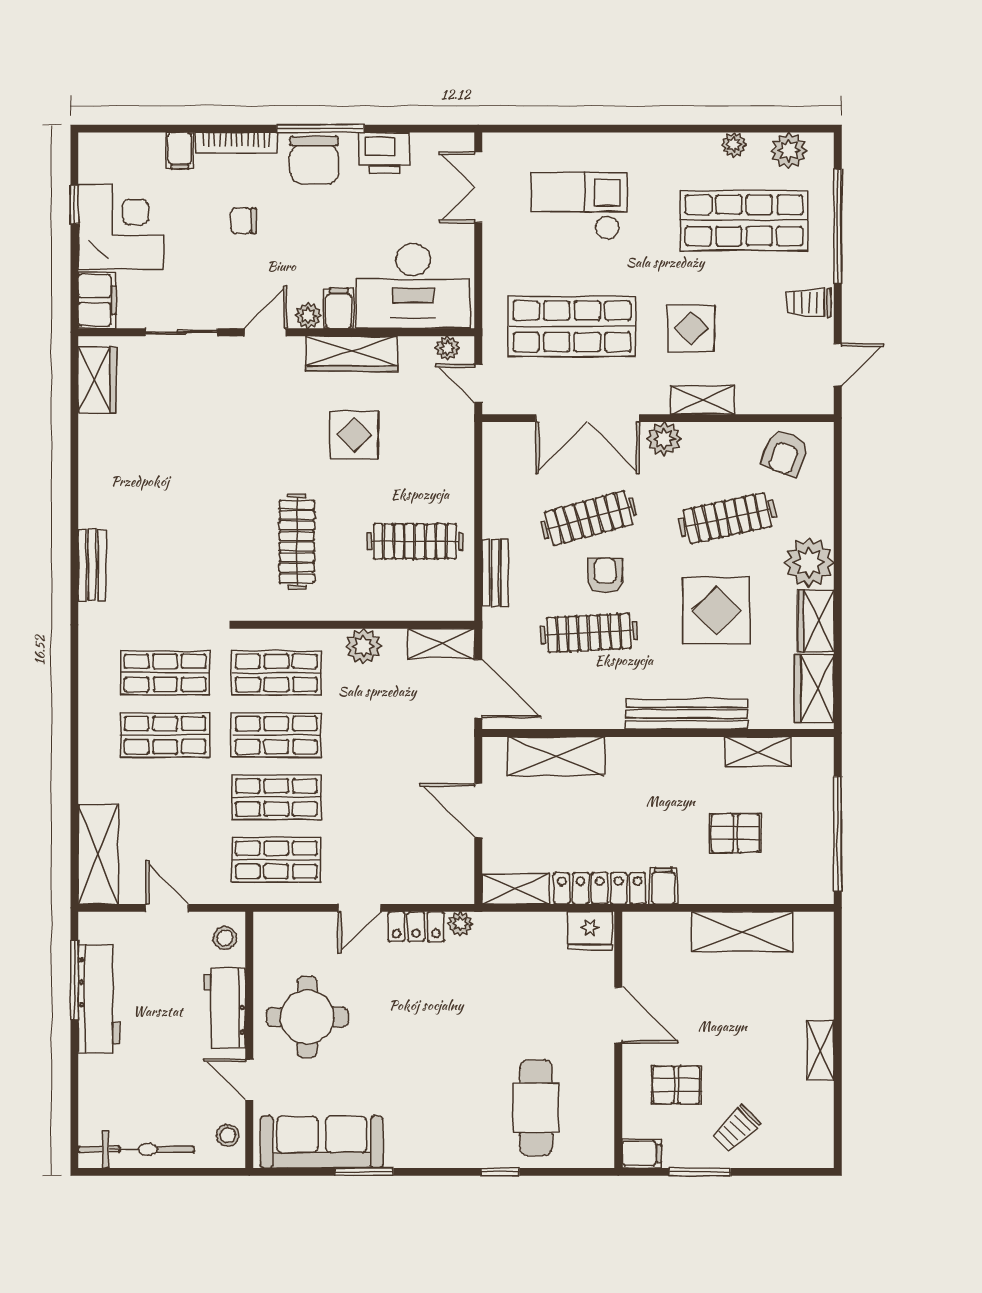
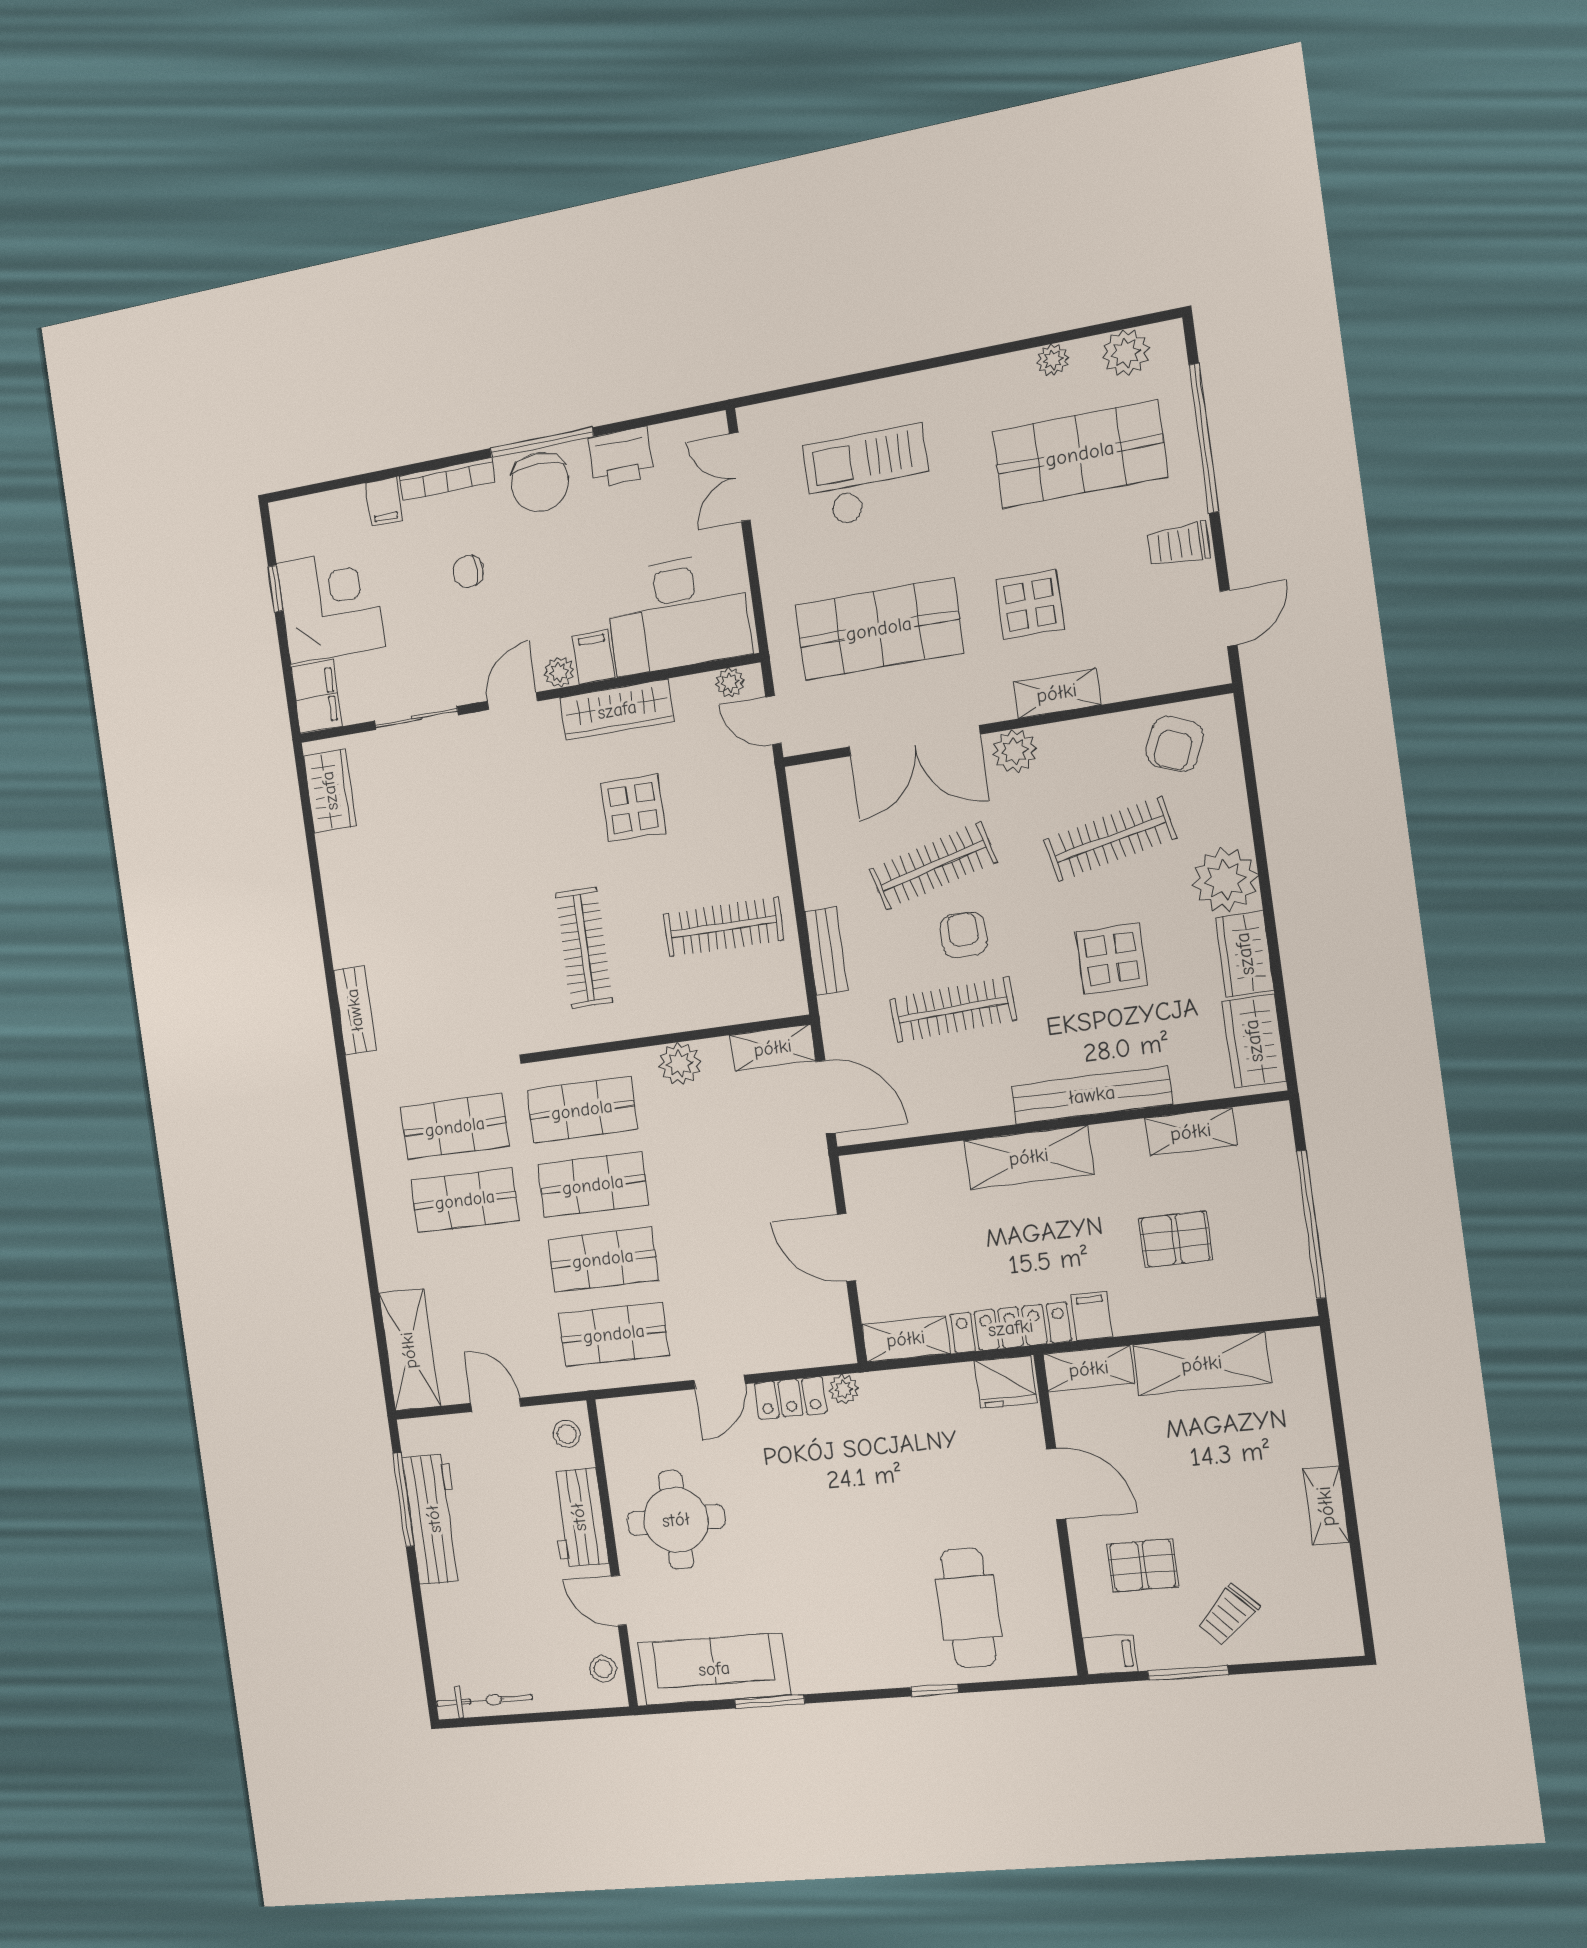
display table: (716, 610) -> (1112, 959), width x0.73, depth x0.73
shelving: (556, 756) -> (1029, 1157), moved
shelving: (656, 927) -> (1089, 1369), added
bicycle: (136, 1149) -> (484, 1701), width x0.73, depth x0.71

